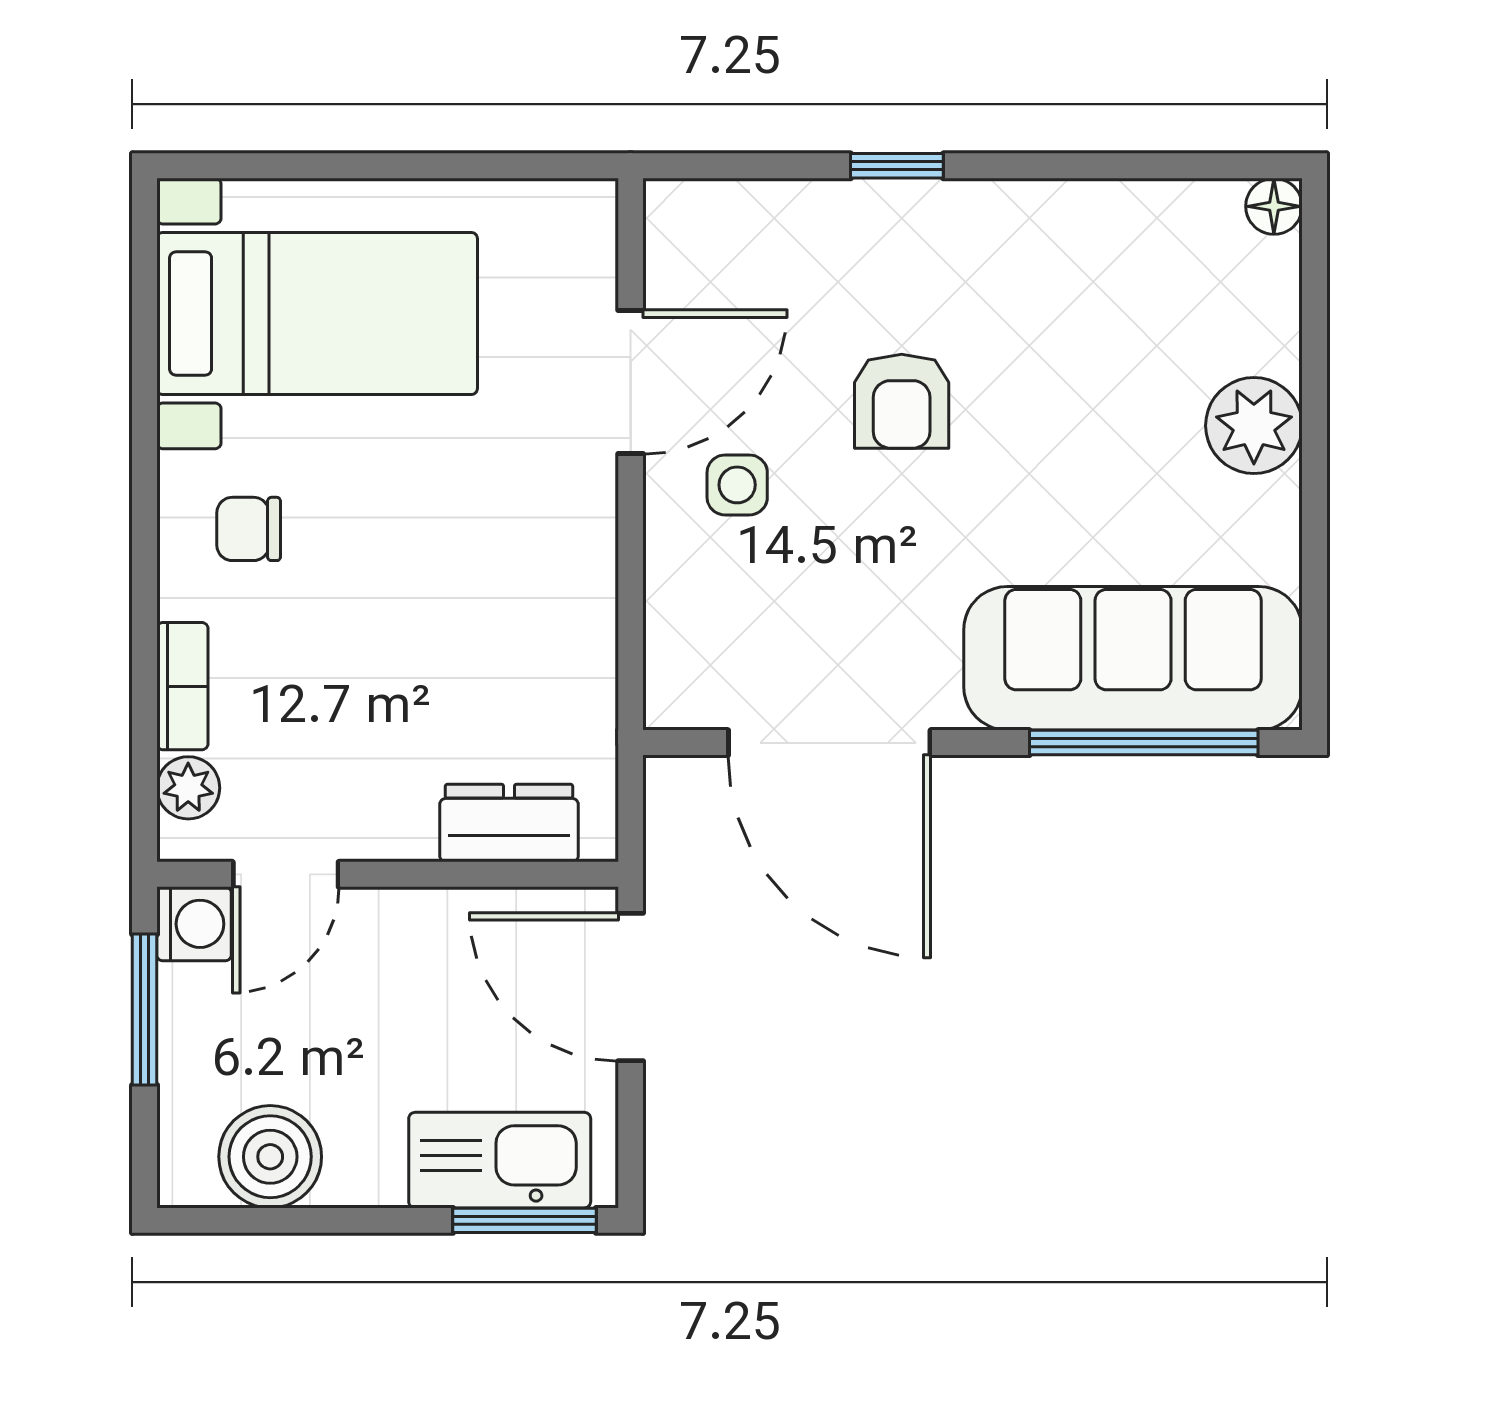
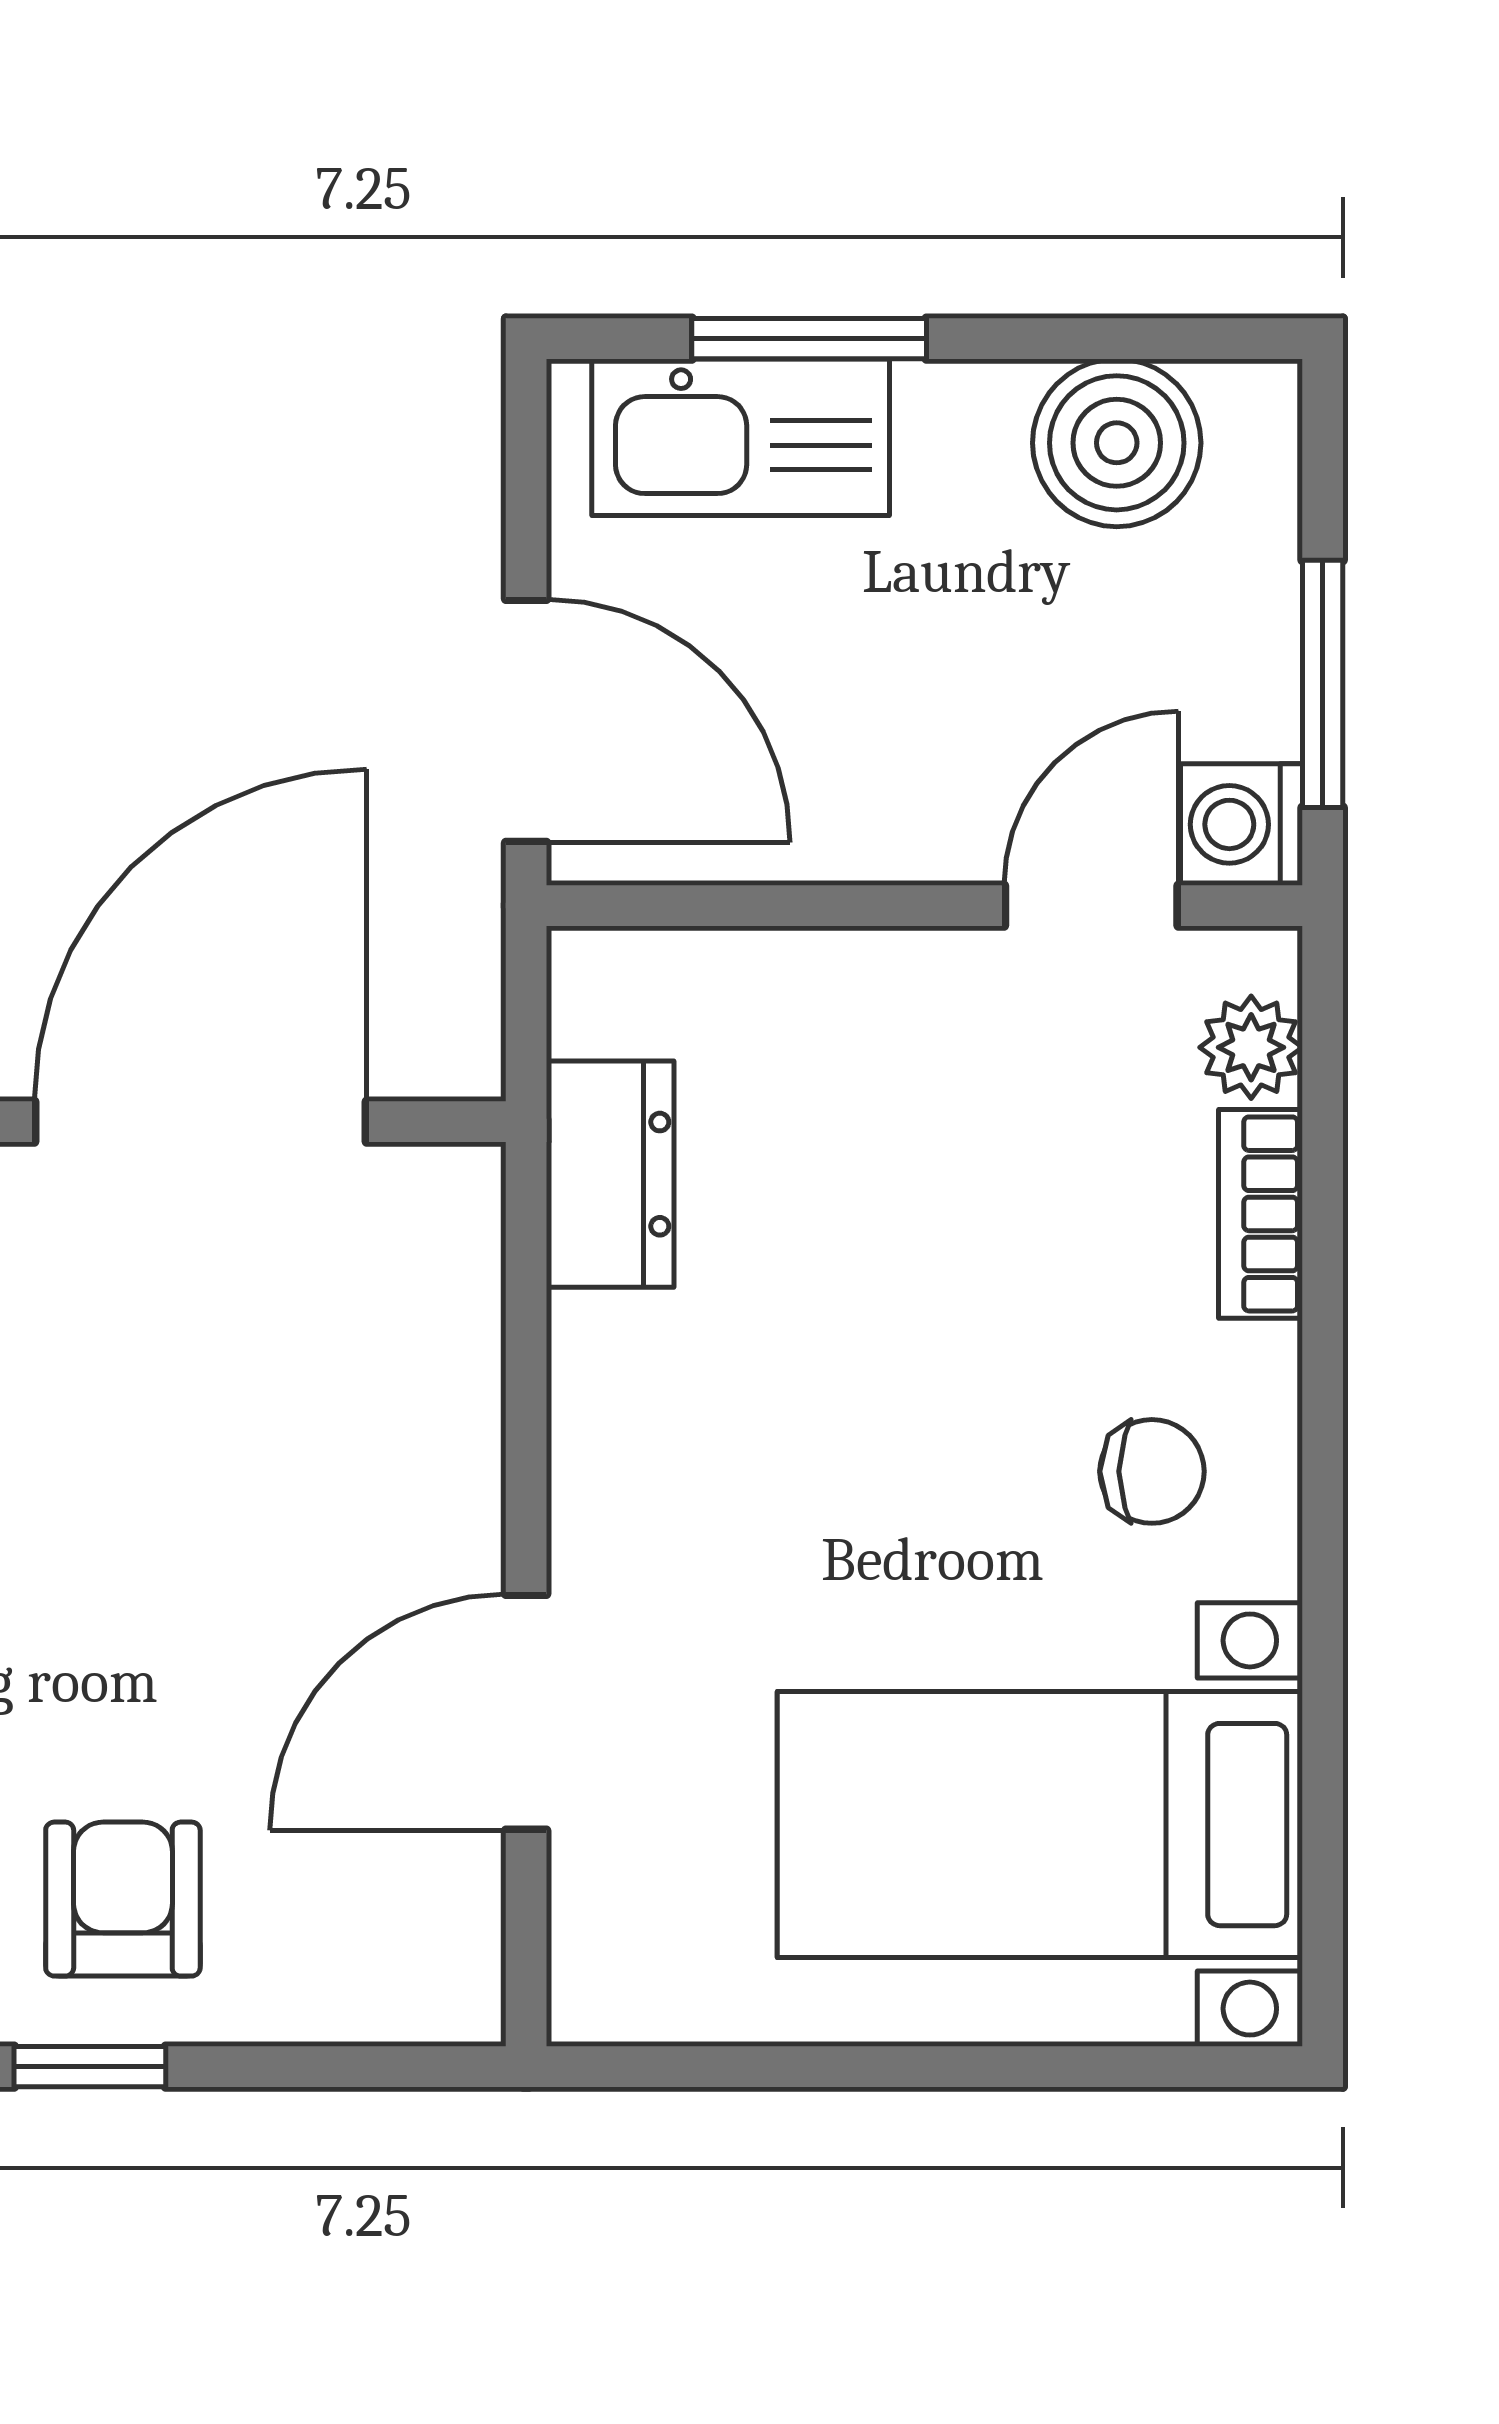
armchair: (902, 401) -> (123, 1899), moved
side table: (737, 485) -> (352, 1544), removed
door: (829, 743) -> (201, 1122), hinge flipped
dresser: (509, 823) -> (610, 1174), moved, turned -90
window: (525, 1220) -> (809, 339), moved

